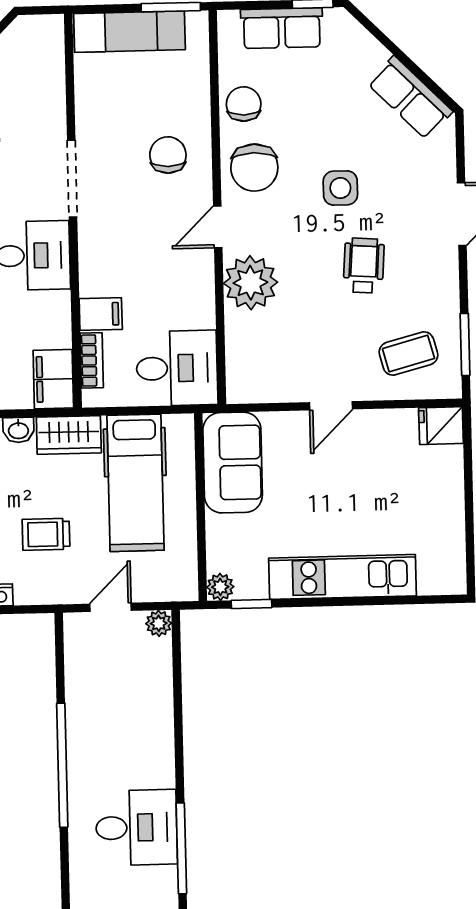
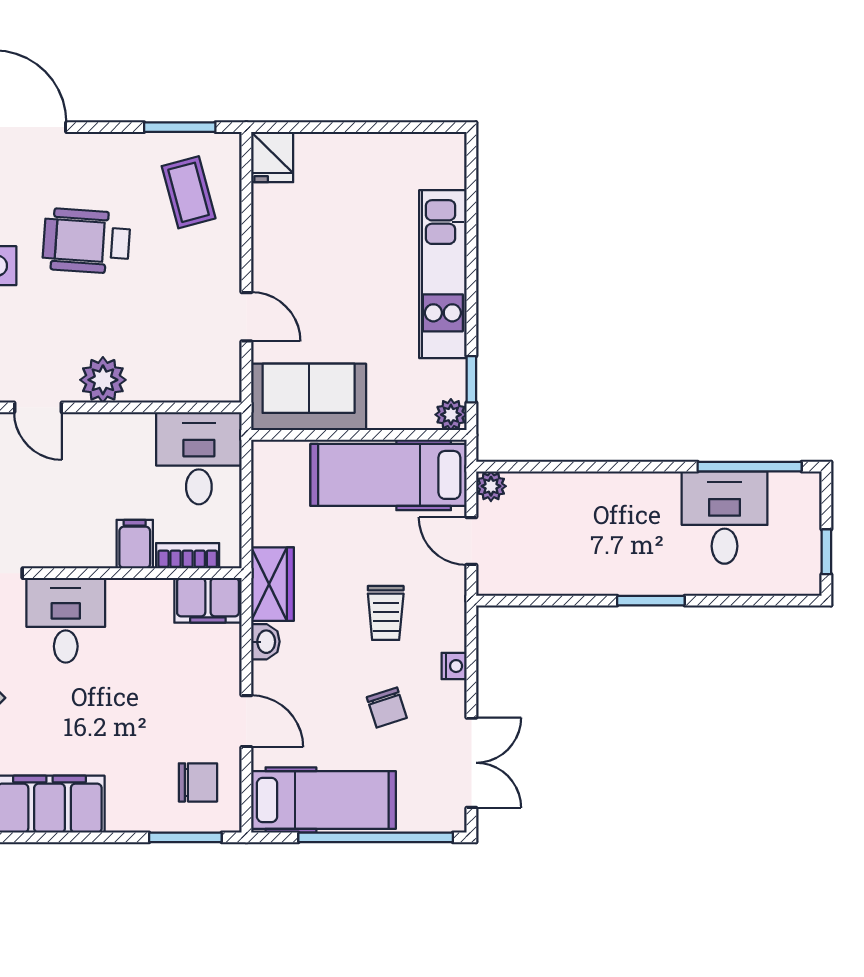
wheelchair: (364, 266) -> (86, 241), width x1.36, depth x1.37
plant: (250, 283) -> (103, 380), width x0.73, depth x0.73
door: (331, 406) -> (246, 317), moved
hospital bed: (136, 483) -> (388, 475), moved, turned 180
window: (62, 765) -> (651, 601), width x0.47

